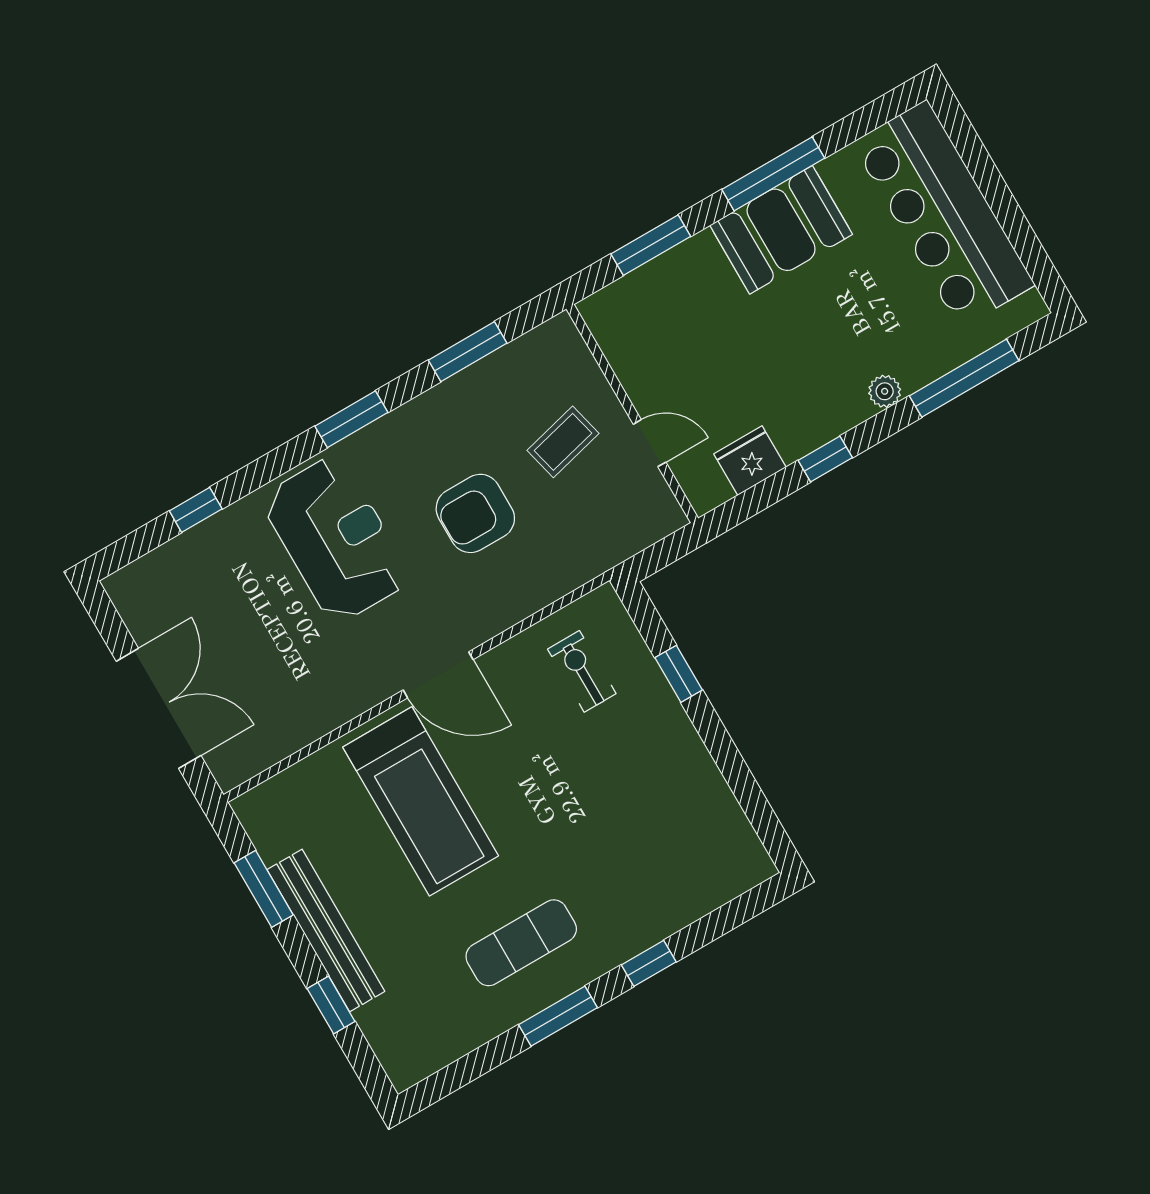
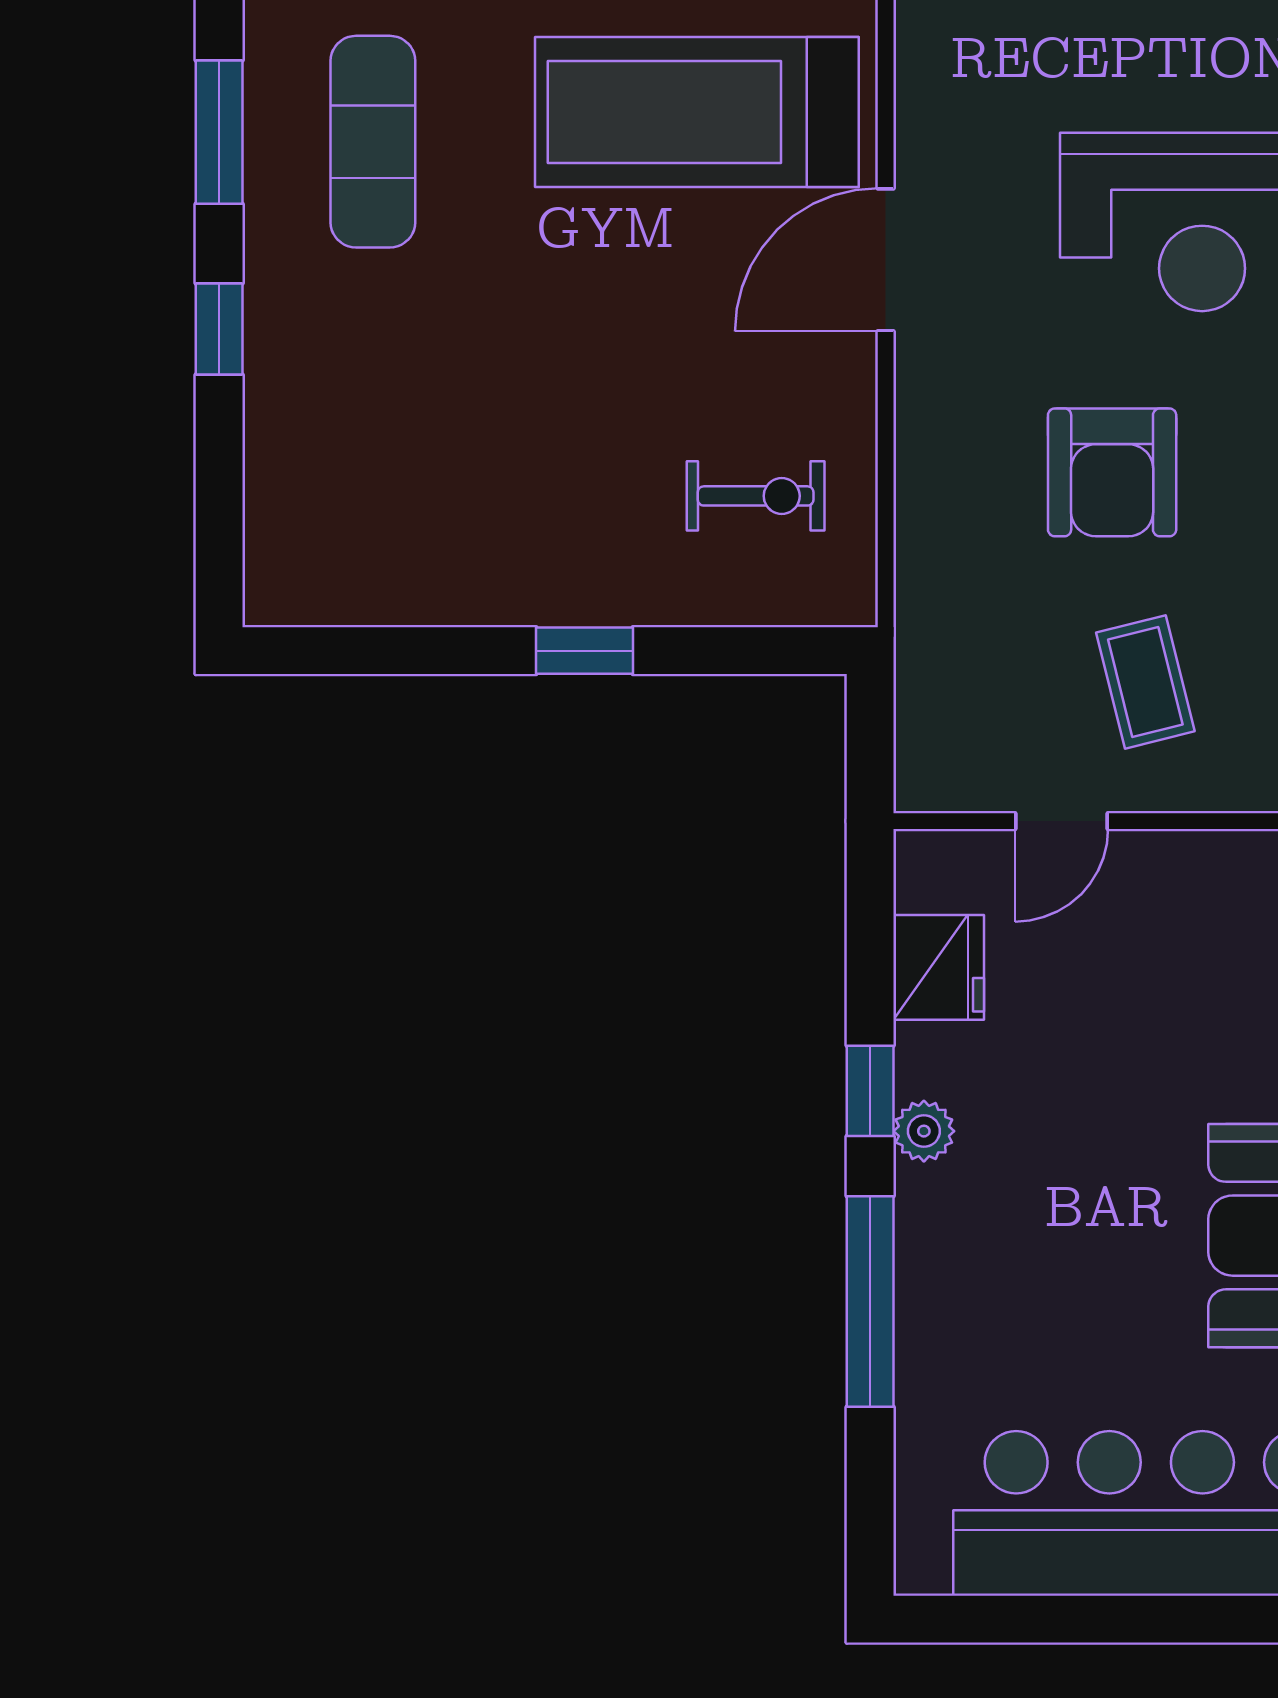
window: (964, 378) -> (870, 1302), moved
plant: (885, 391) -> (924, 1131), moved
armchair: (475, 513) -> (1112, 472), turned 180
window: (679, 674) -> (585, 651), moved

